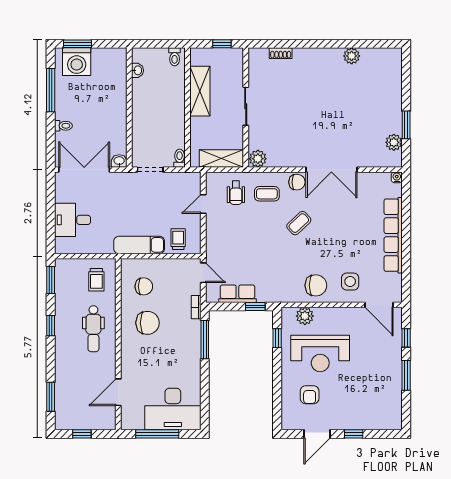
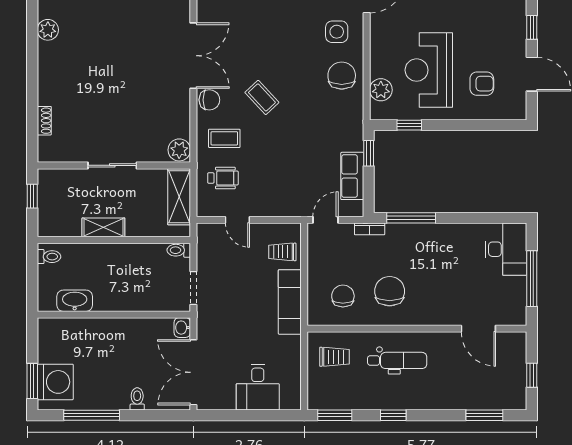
washbasin: (137, 70) -> (75, 301), width x1.91, depth x1.45
shelving: (200, 91) -> (103, 227), width x0.67, depth x0.75
chair: (297, 182) -> (209, 100), turned 90
coffee table: (267, 194) -> (224, 138), turned 90
reception desk: (320, 353) -> (429, 70), turned 180
desk: (173, 409) -> (506, 249), width x0.73, depth x0.77

